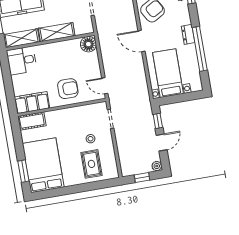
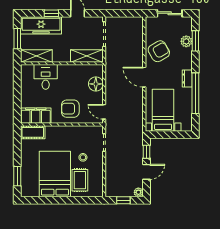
shelving: (57, 32) -> (87, 56), moved
floor lamp: (88, 44) -> (96, 84), moved
desk: (22, 60) -> (46, 77), moved, turned 90
armchair: (68, 89) -> (70, 109), turned 180
bed: (43, 165) -> (55, 174), moved

